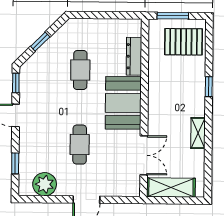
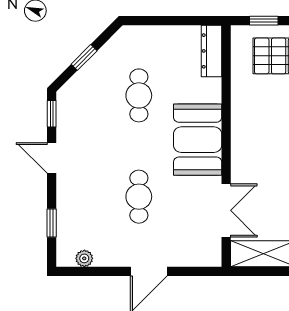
window: (173, 16) -> (264, 21), width x0.67
dresser: (134, 56) -> (212, 51), moved
plant: (45, 184) -> (84, 258), width x0.53, depth x0.53

